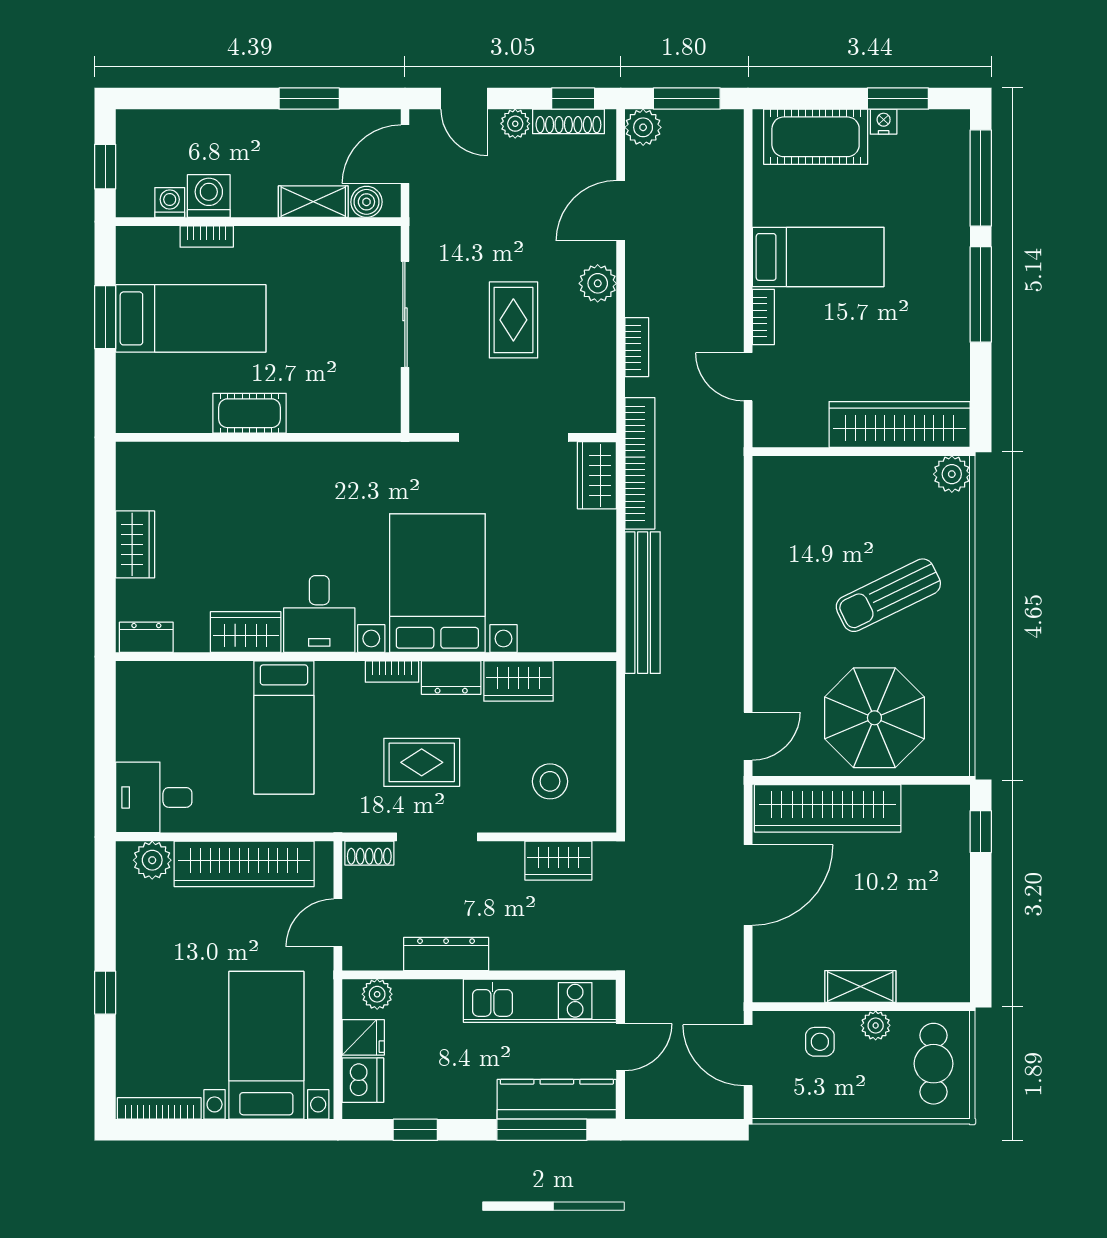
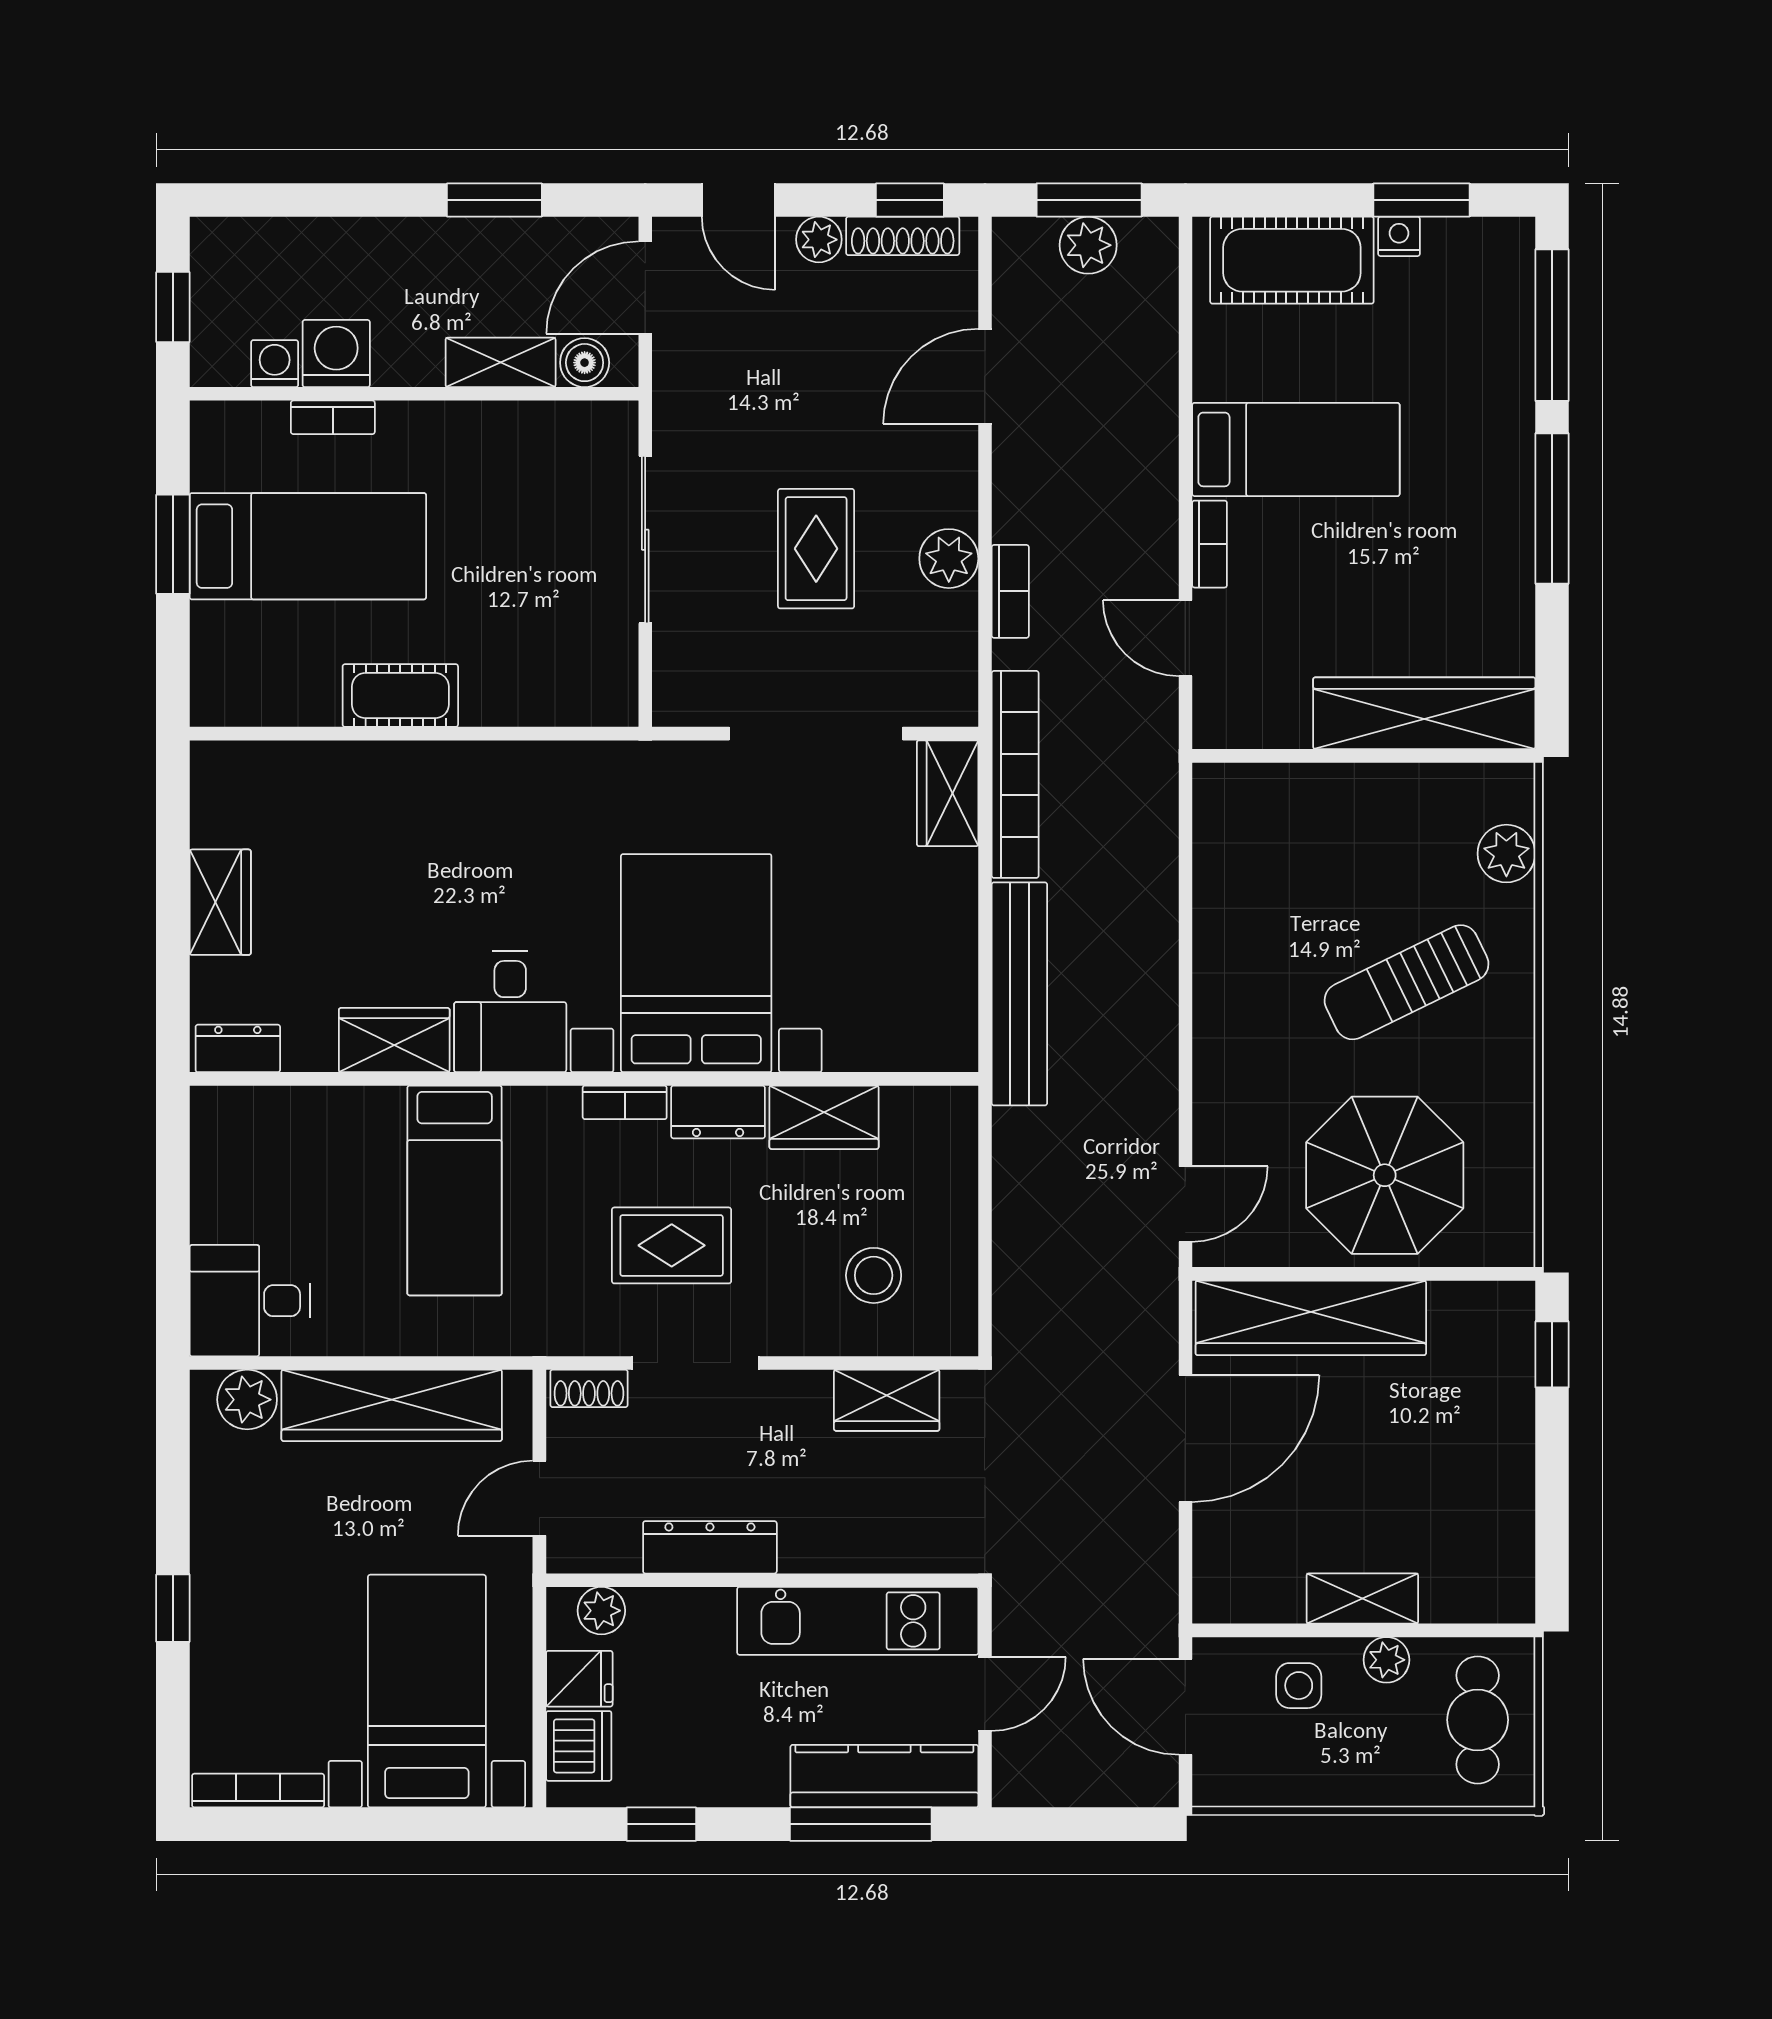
plant: (643, 127) -> (1088, 245), moved
plant: (598, 283) -> (949, 559), moved
plant: (952, 474) -> (1506, 854), moved

